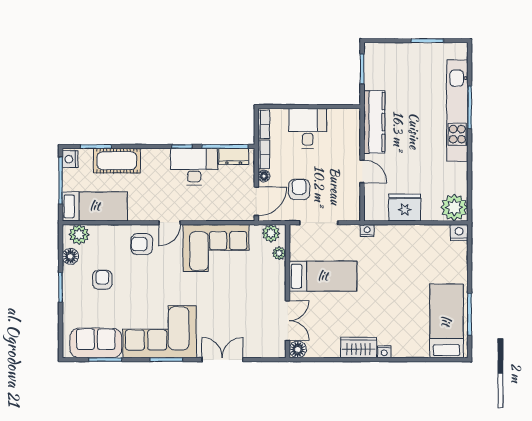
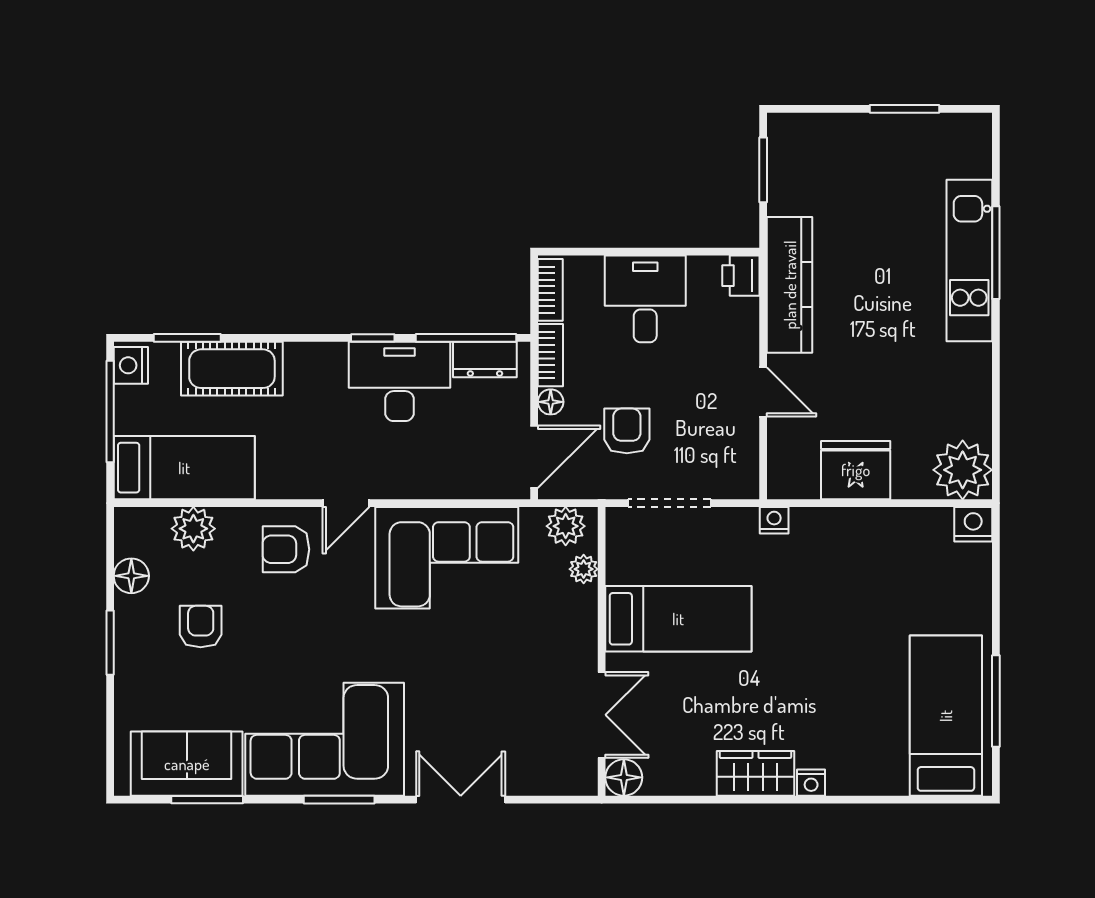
kitchen unit: (457, 111) -> (969, 261), width x0.73
printer: (352, 118) -> (741, 276), added
plant: (79, 235) -> (193, 529), moved

